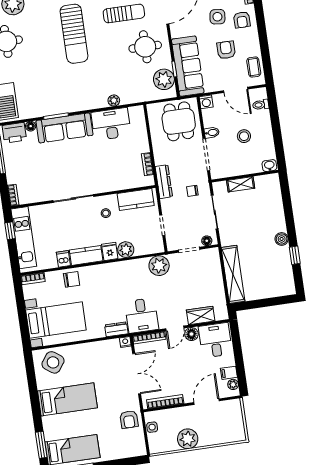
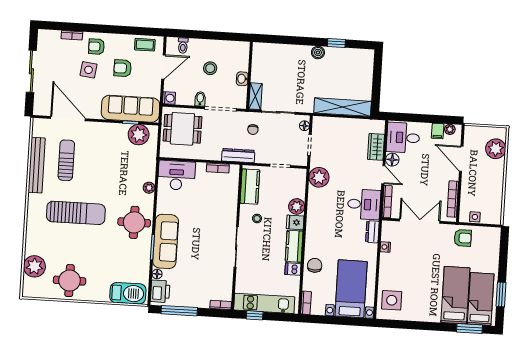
armchair: (242, 20) -> (96, 47), turned 180
round table: (145, 47) -> (134, 222), moved
desk: (111, 124) -> (176, 175), moved, turned 90
washbasin: (269, 166) -> (242, 79), moved
shelving: (241, 184) -> (255, 96), moved
nightstand: (125, 342) -> (385, 247), moved
side table: (53, 362) -> (392, 300), turned -36
bed: (67, 399) -> (455, 295), moved
plant: (188, 439) -> (496, 149), moved

